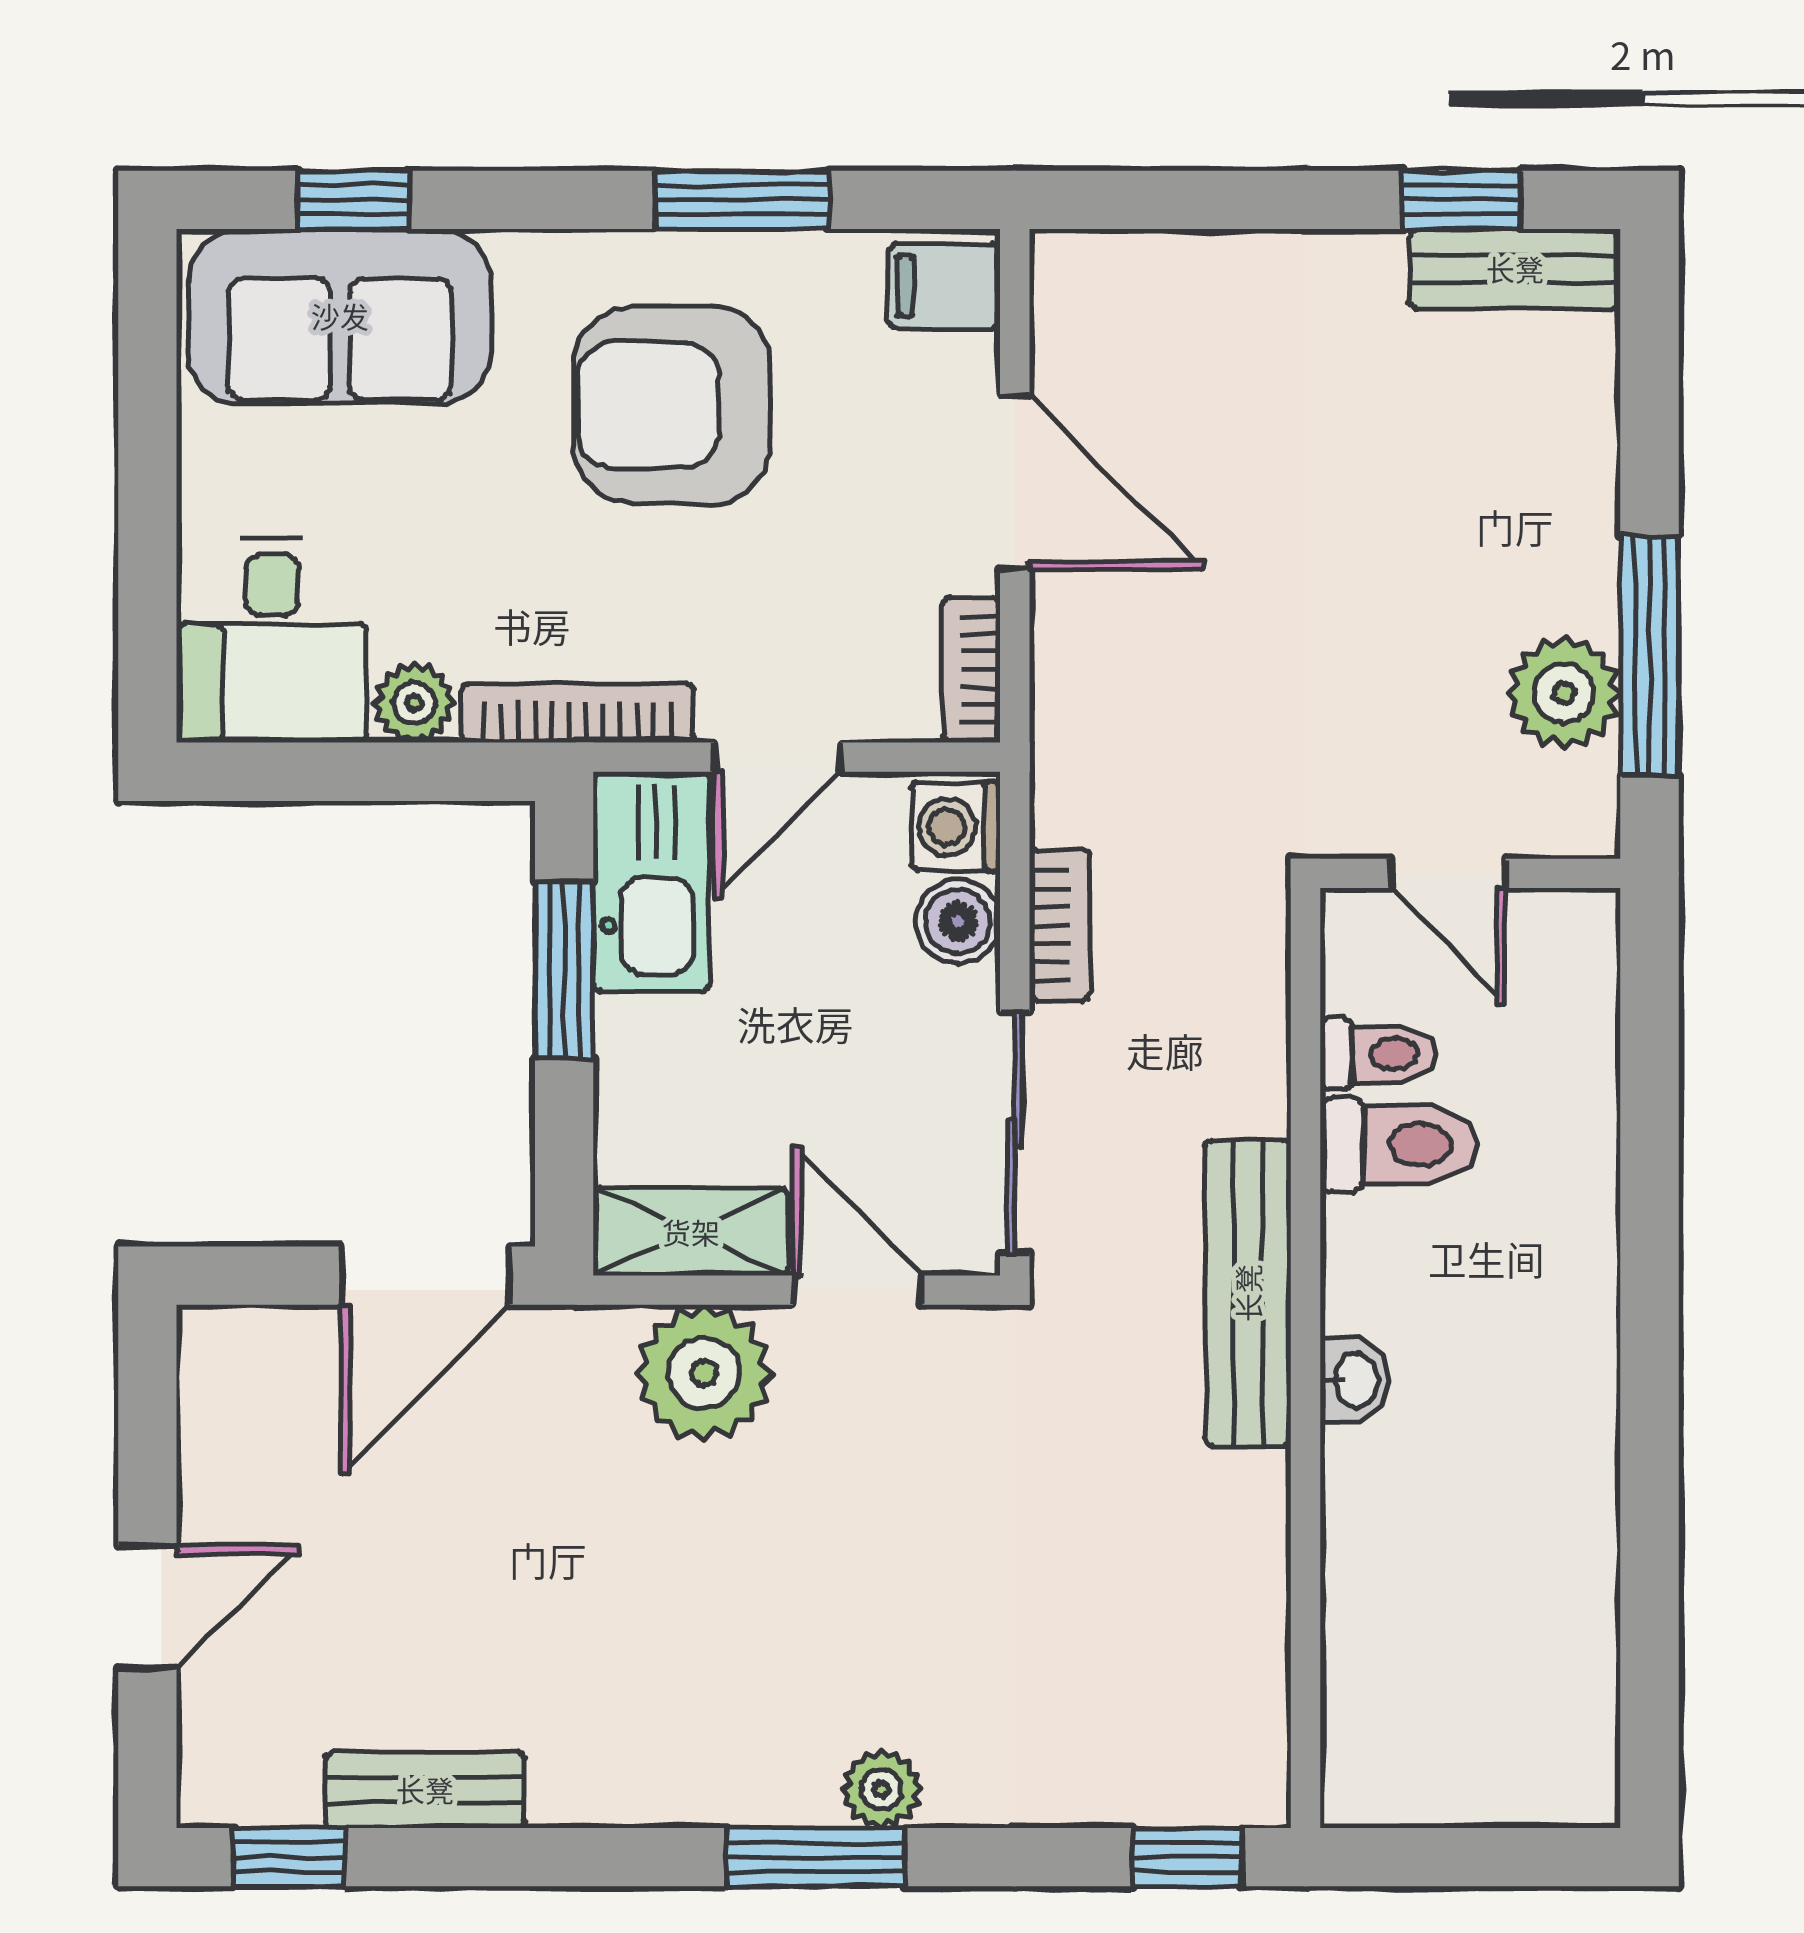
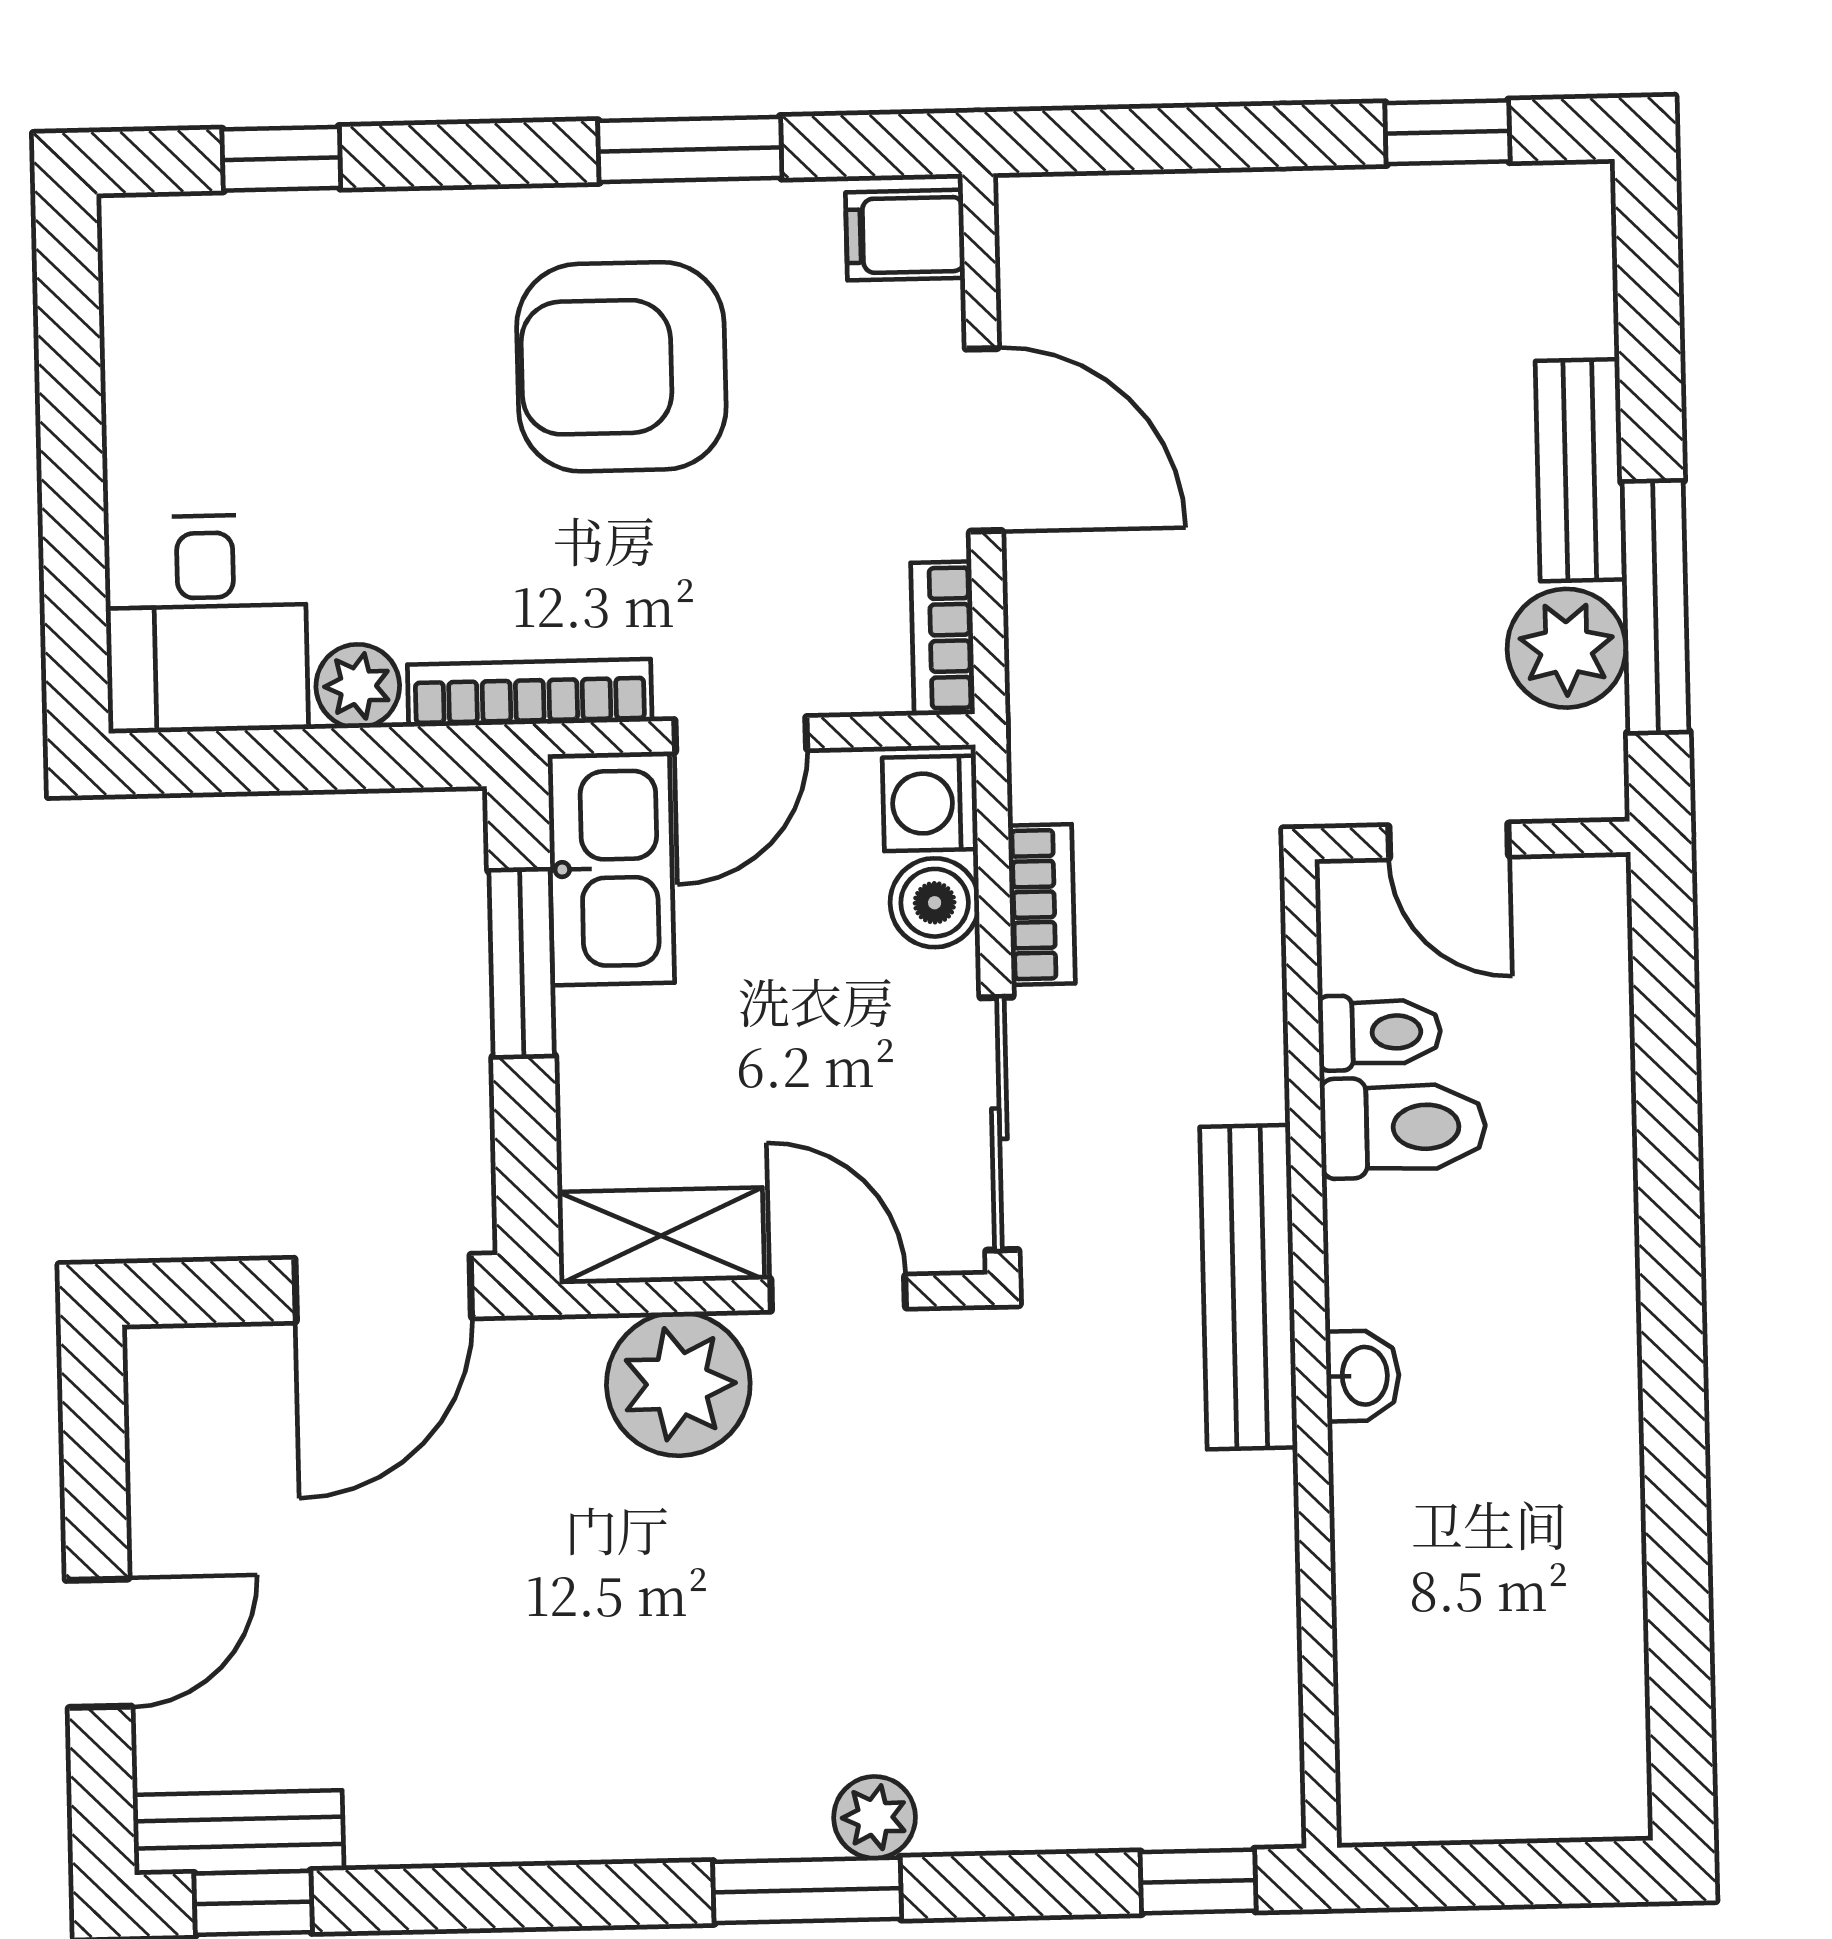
bench: (1515, 269) -> (1580, 470), moved, turned 90
sofa: (340, 316) -> (270, 282), removed
bench: (425, 1790) -> (238, 1833), moved

